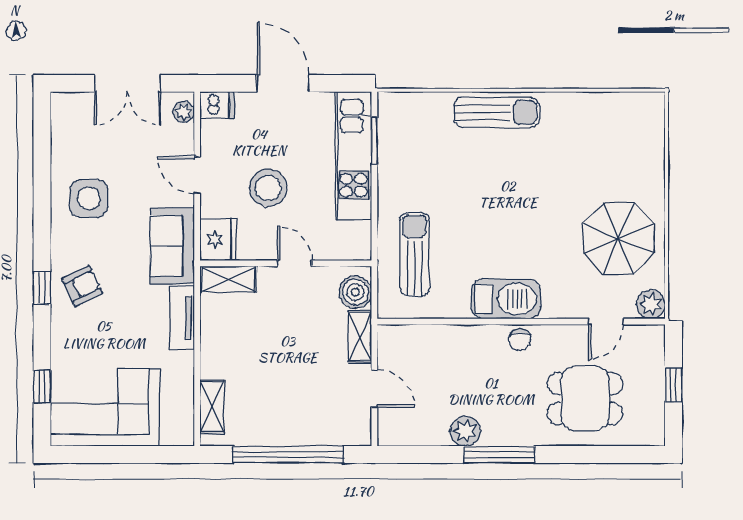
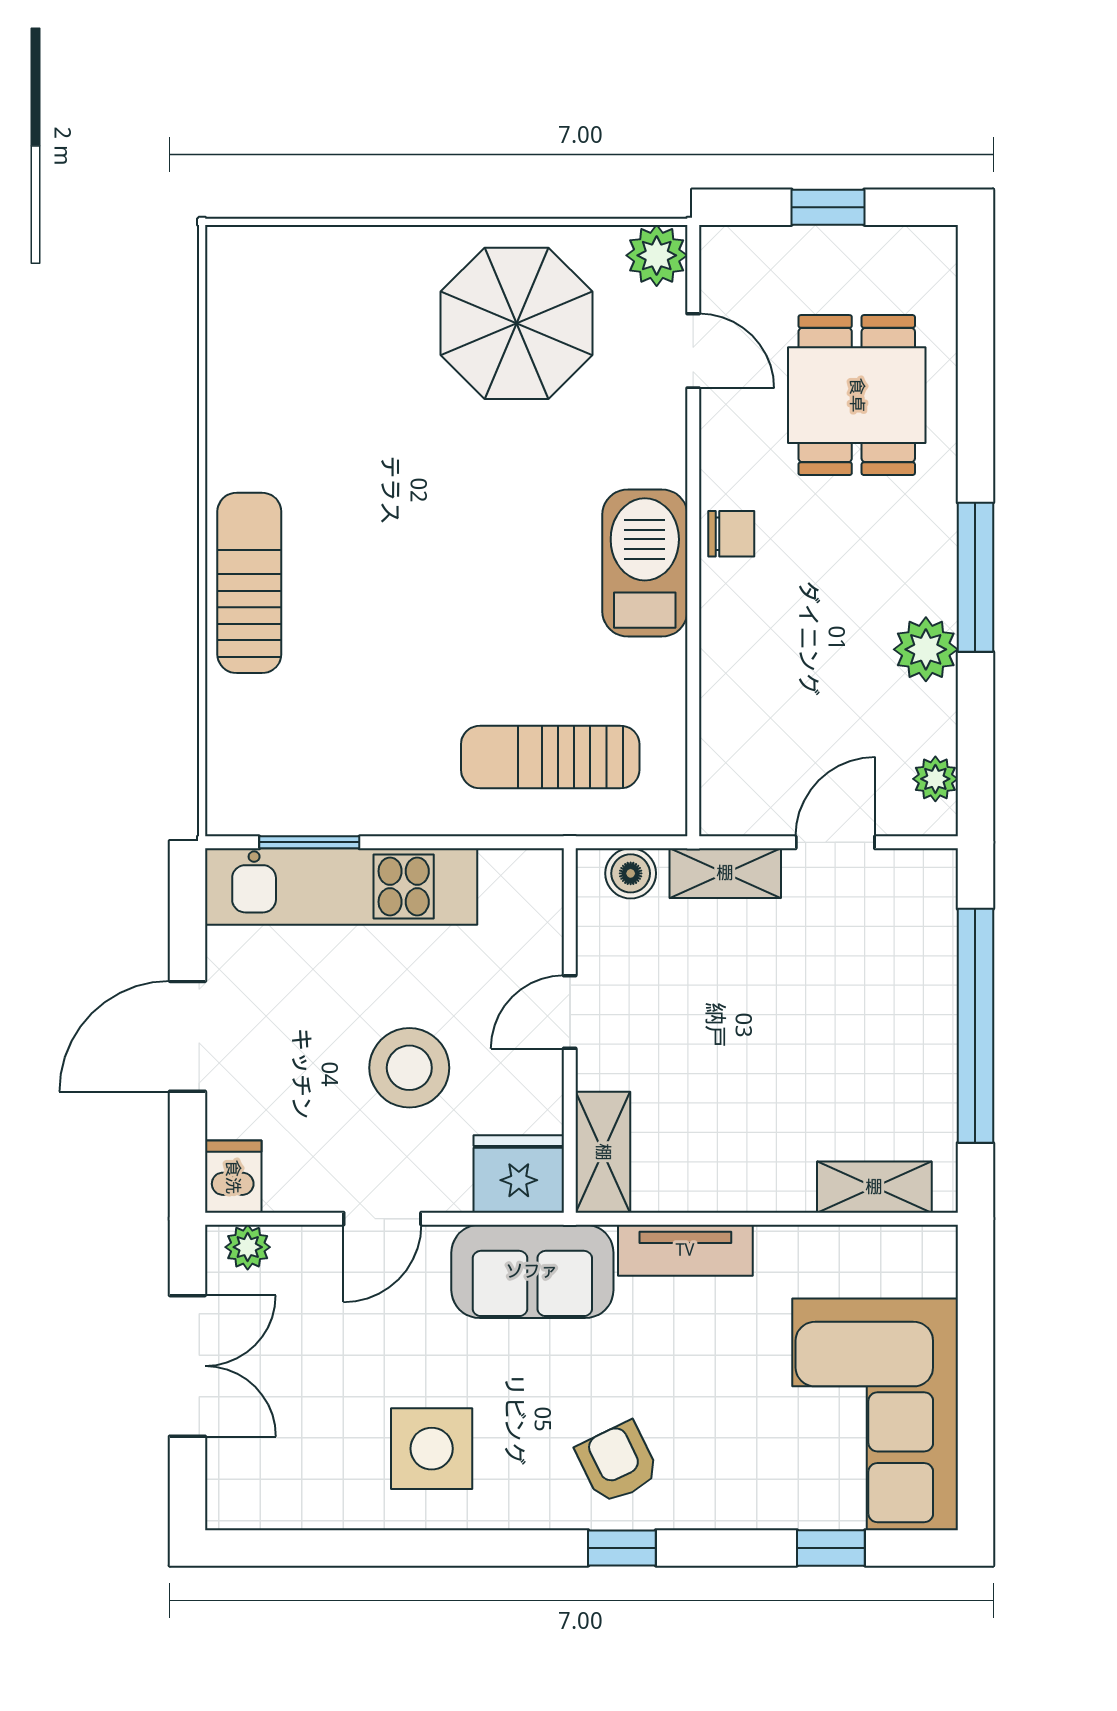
boiler: (355, 292) -> (631, 873), width x0.73, depth x0.73
plant: (404, 436) -> (935, 779), added

